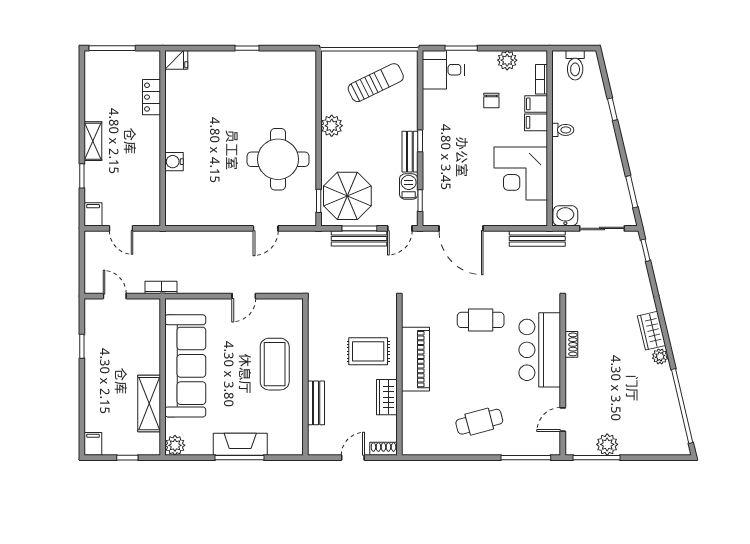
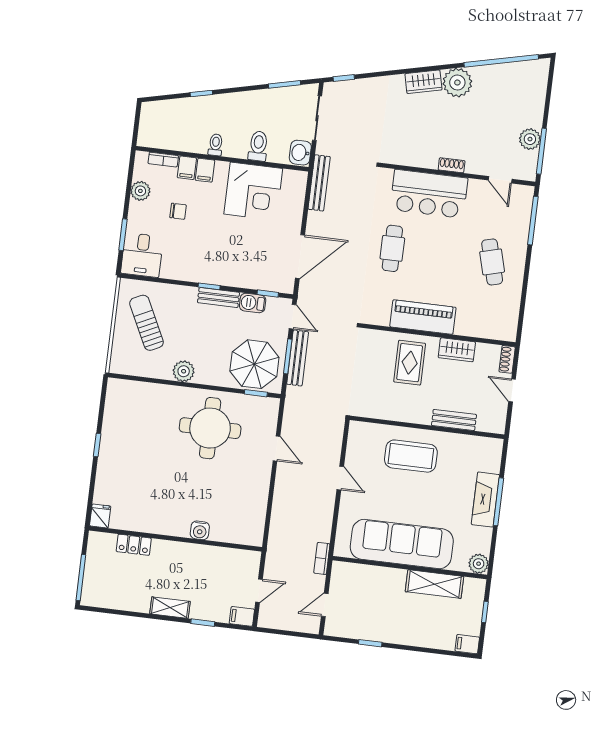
toilet: (575, 65) -> (258, 146), moved, turned -90
shoe rack: (571, 344) -> (452, 165), moved
plant: (660, 356) -> (457, 83), width x1.88, depth x1.88

